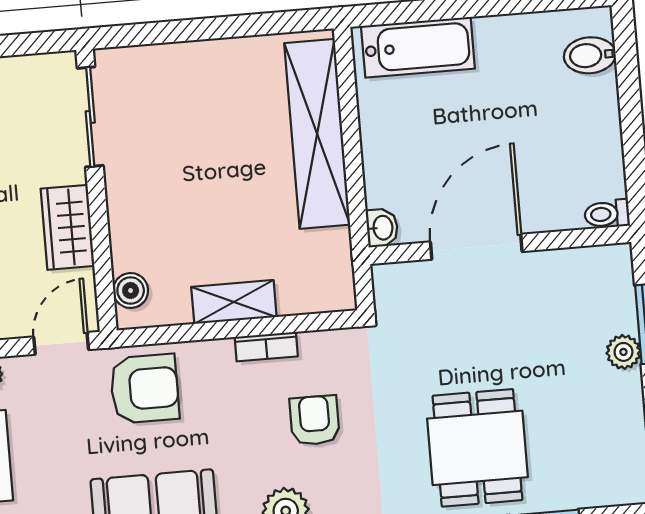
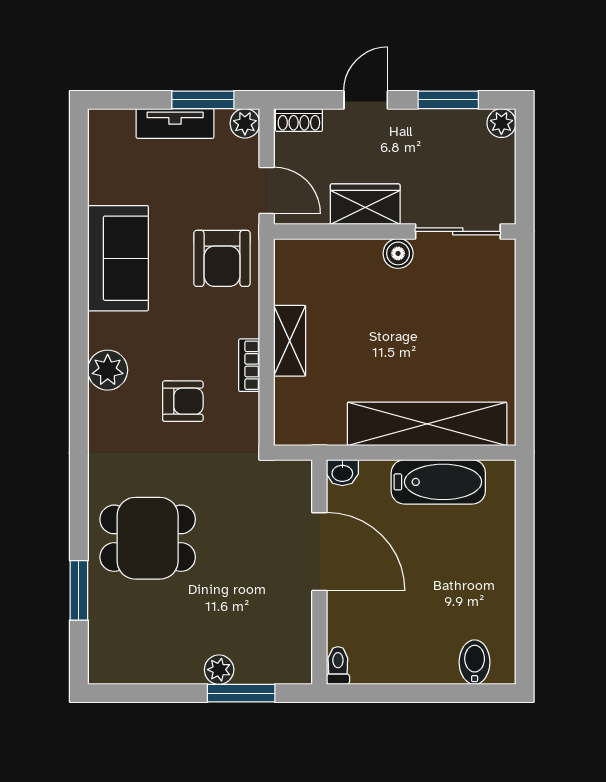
bathtub: (418, 47) -> (438, 482), moved, turned -90
boiler: (131, 291) -> (398, 253), moved

